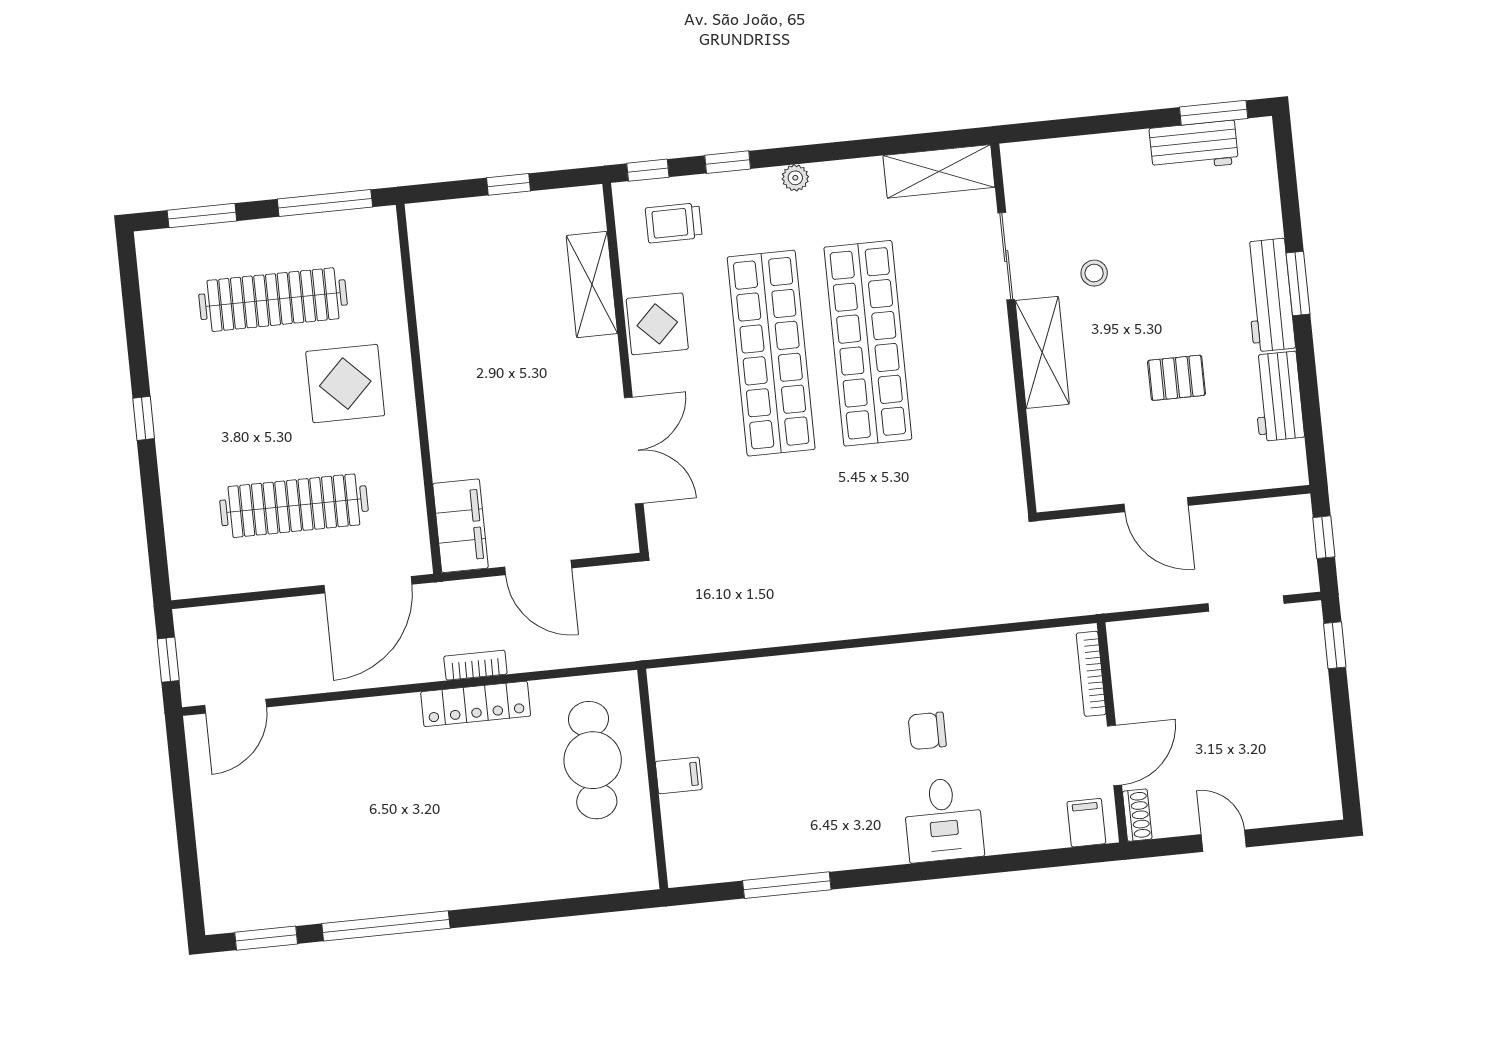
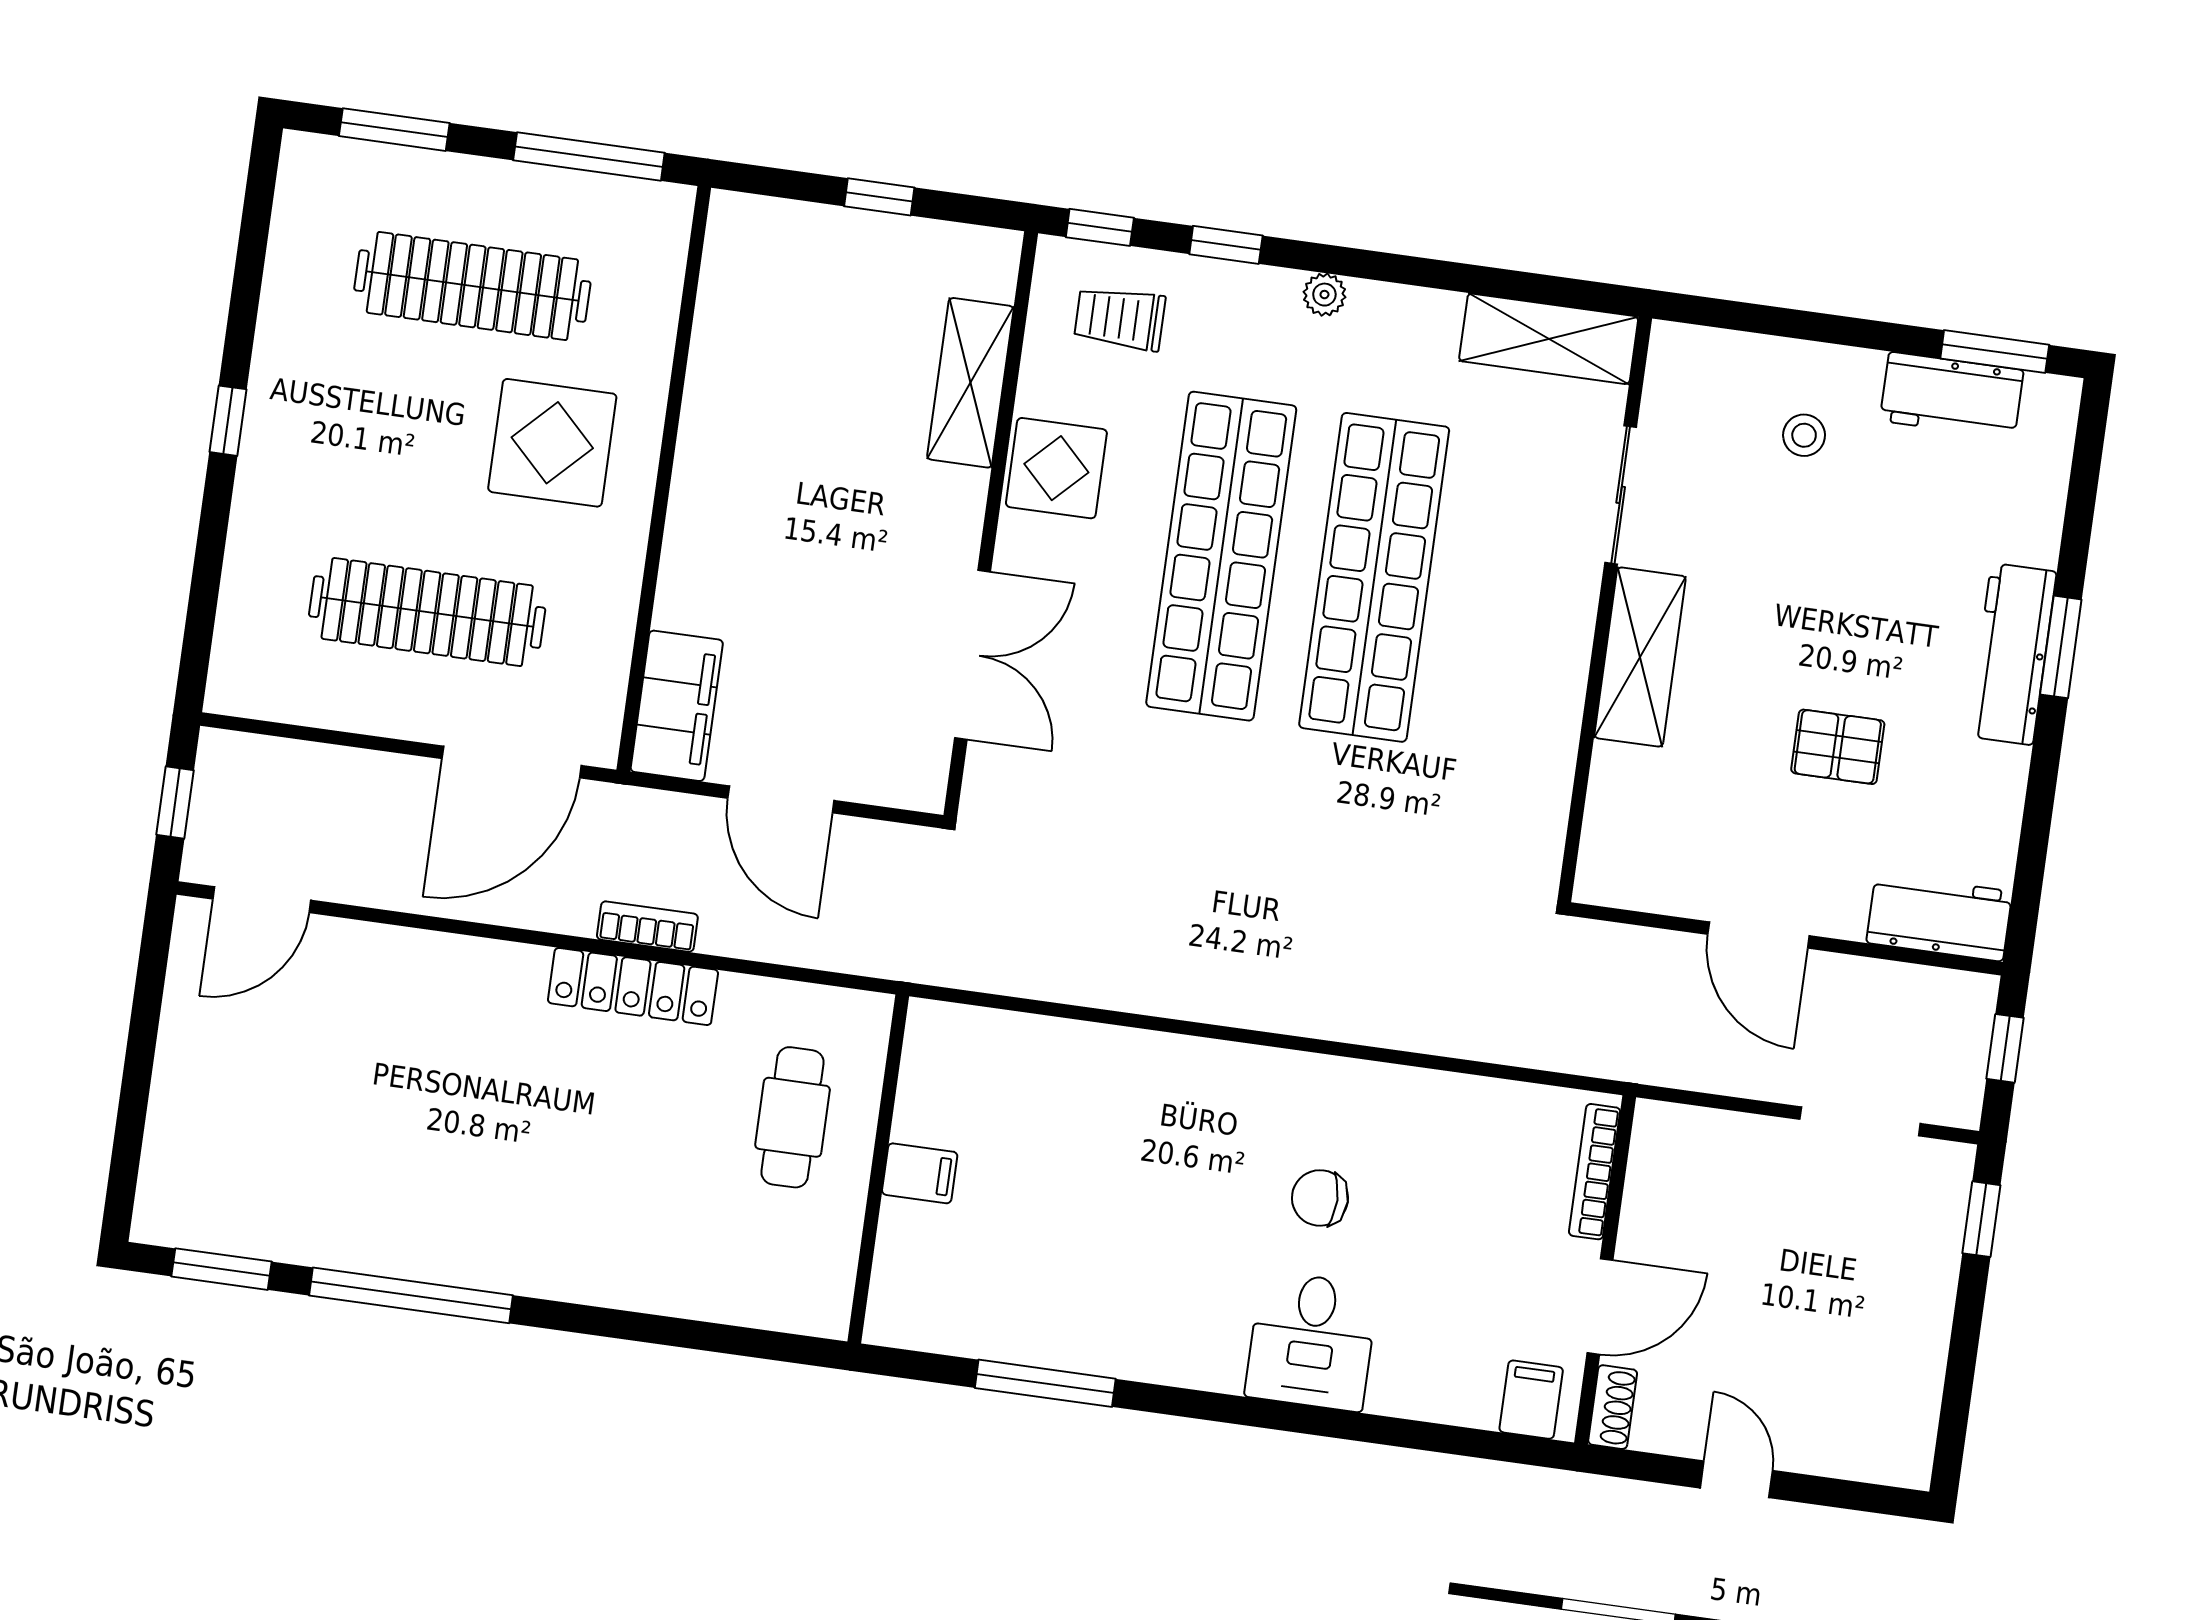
stool: (1094, 273) -> (1804, 435), moved
workbench: (1278, 396) -> (1939, 917), moved, turned 90
cafe table: (593, 760) -> (793, 1117), width x0.73, depth x0.74

